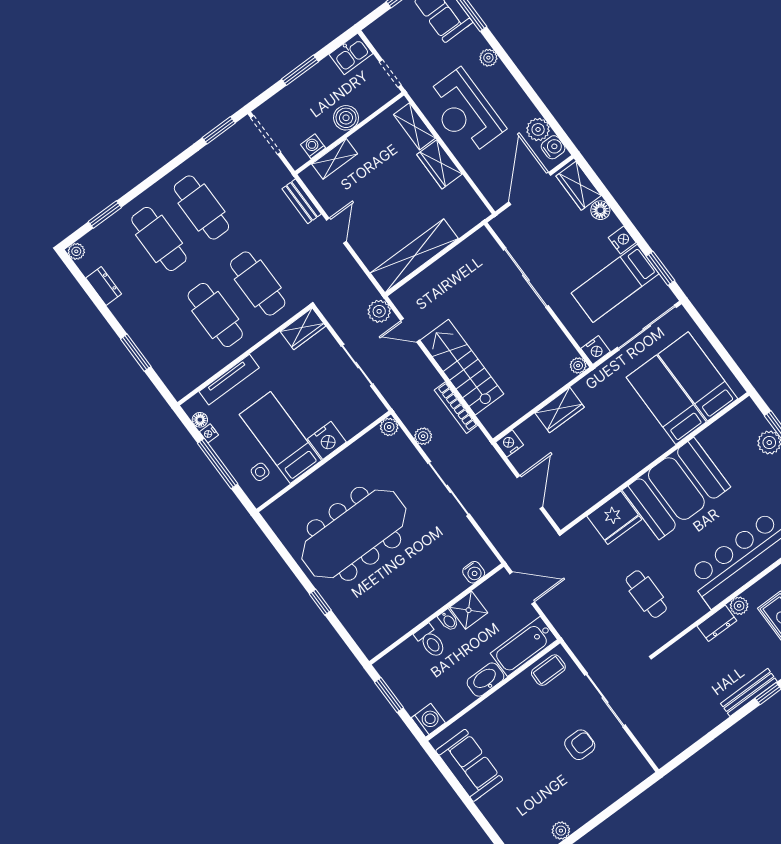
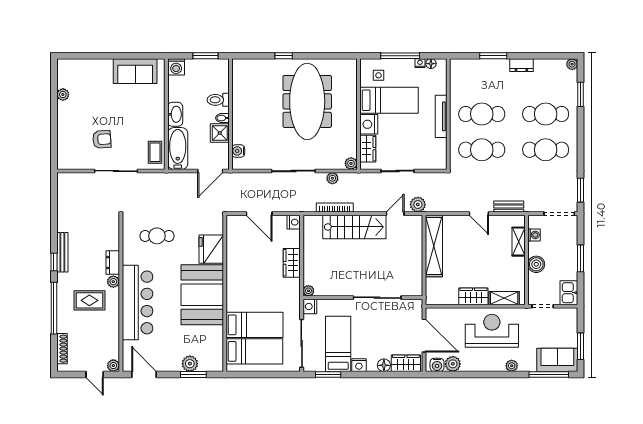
dresser: (104, 286) -> (521, 65), moved
wardrobe: (303, 329) -> (368, 149), moved, turned 180
tv unit: (229, 380) -> (441, 116), moved
armchair: (580, 745) -> (102, 139), turned -94

